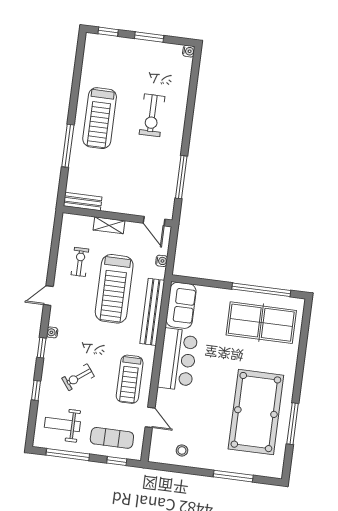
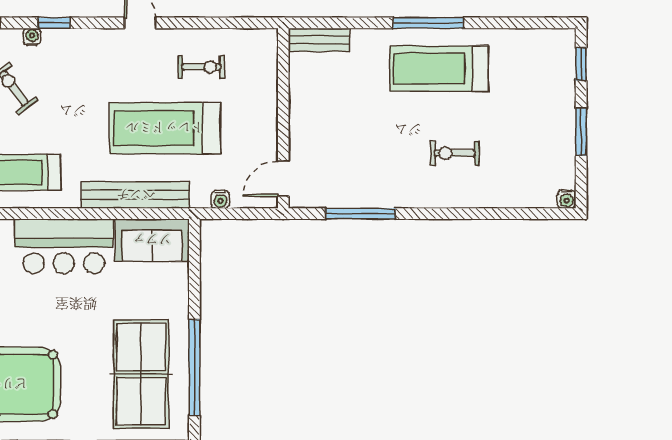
exercise bike: (152, 115) -> (455, 153), width x0.73, depth x0.72
window: (68, 146) -> (428, 23), moved
bench: (83, 201) -> (319, 40), moved, turned 90
shelving: (109, 225) -> (267, 106), removed
water cooler: (52, 332) -> (32, 37), moved

